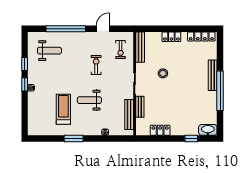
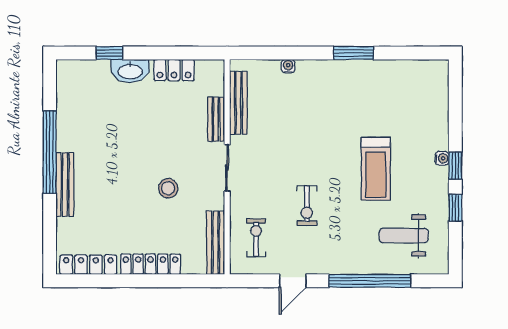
locker: (171, 37) -> (150, 264), width x1.53
weight bench: (89, 100) -> (321, 133), removed
treadmill: (63, 109) -> (376, 169), moved
washbasin: (208, 130) -> (130, 71), moved

